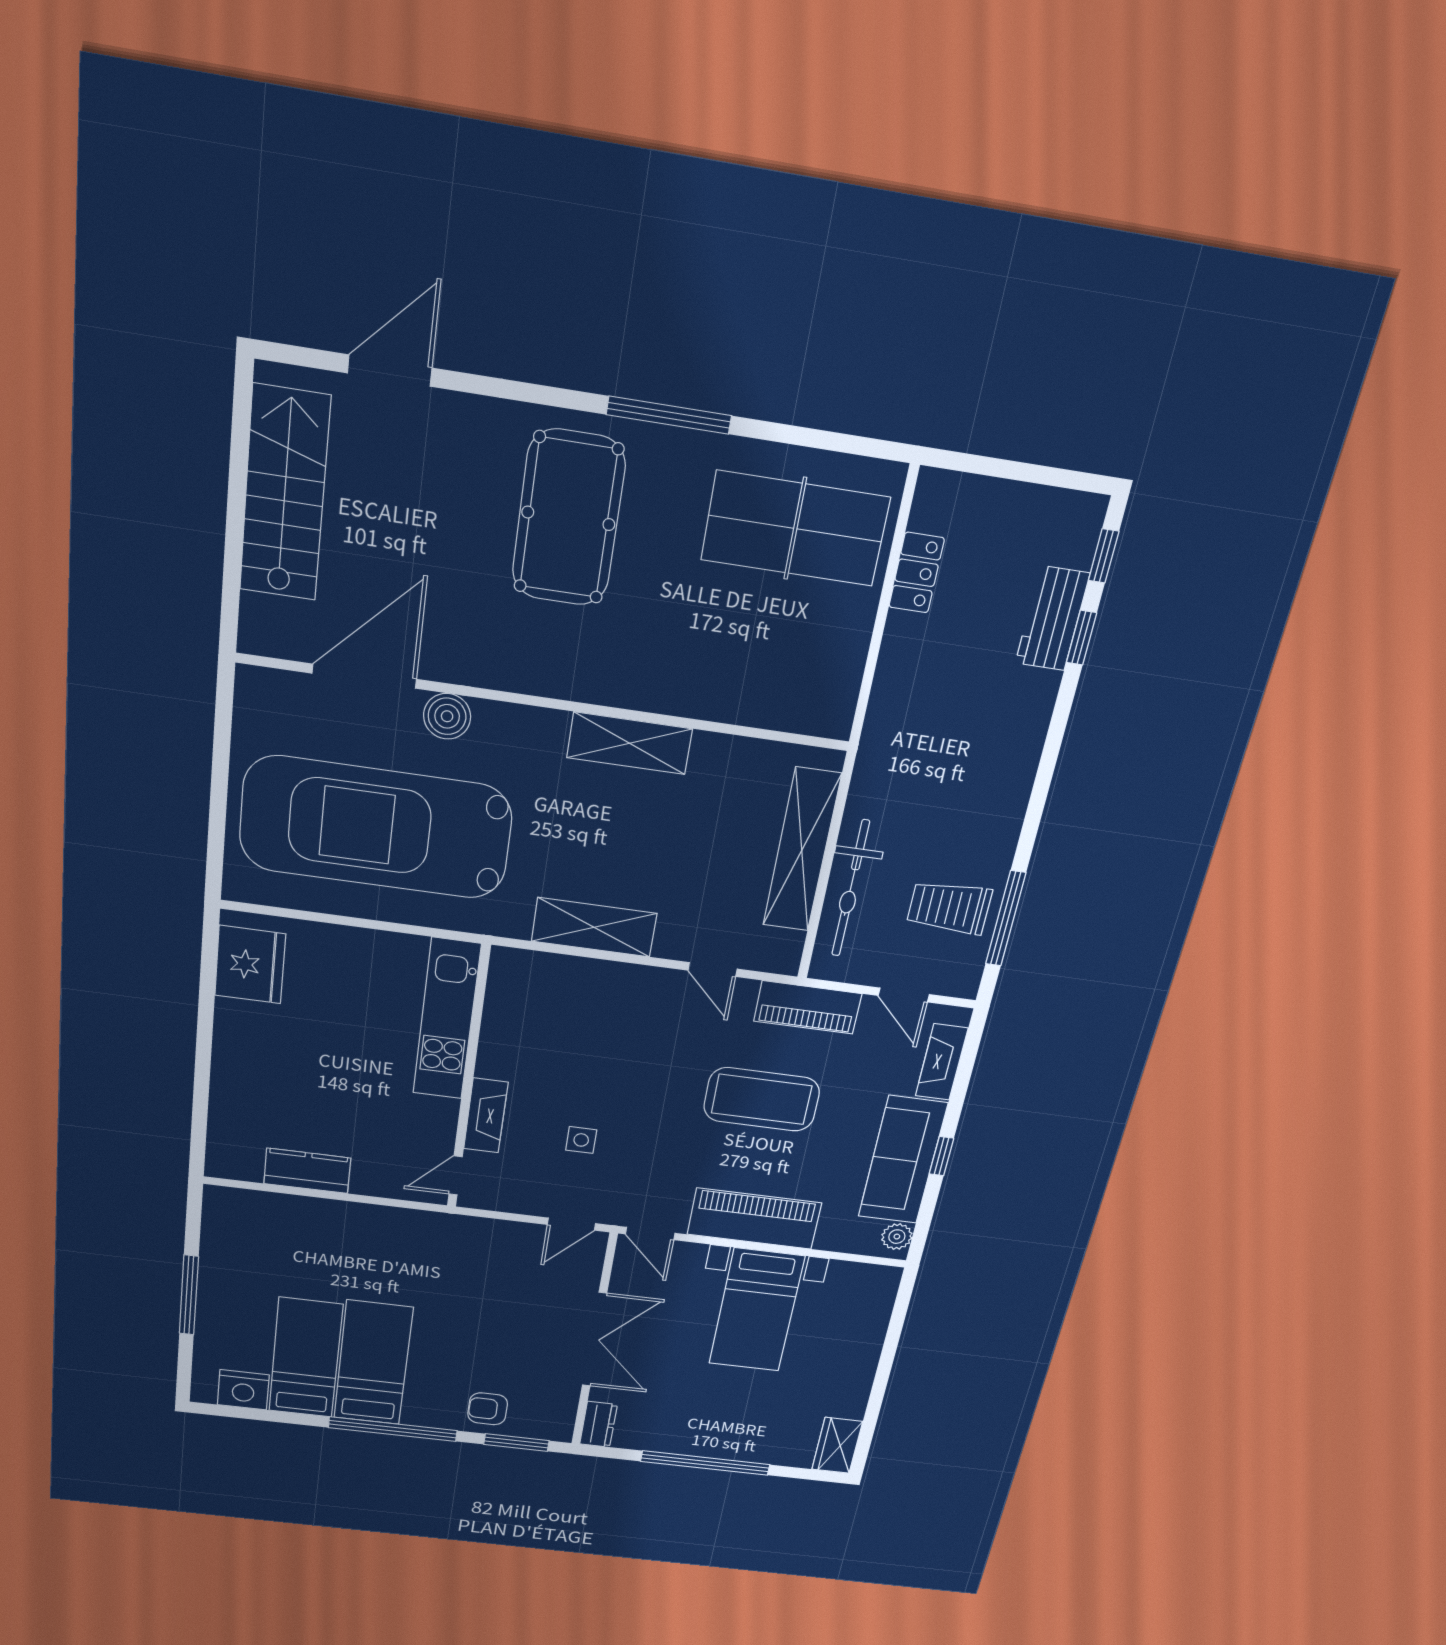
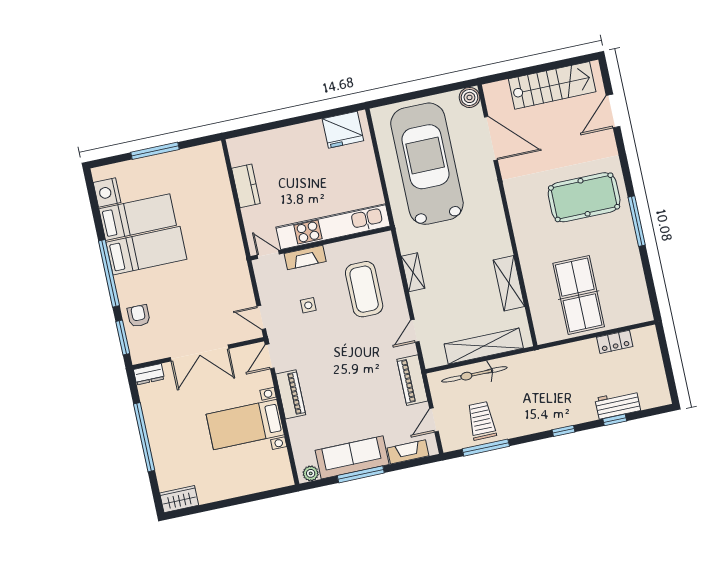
door: (390, 371) -> (613, 111), swing flipped
table tennis table: (795, 529) -> (579, 295), moved
window: (1104, 556) -> (563, 431), moved
boiler: (447, 716) -> (469, 97), moved
shelving: (630, 743) -> (509, 283), moved
shelving: (594, 927) -> (413, 272), width x0.67, depth x0.75
kitchen unit: (447, 1019) -> (333, 227), width x1.36
coffee table: (762, 1099) -> (364, 289), moved
window: (941, 1156) -> (361, 474), width x2.17
piano: (754, 1219) -> (291, 394), width x0.73, depth x0.75

